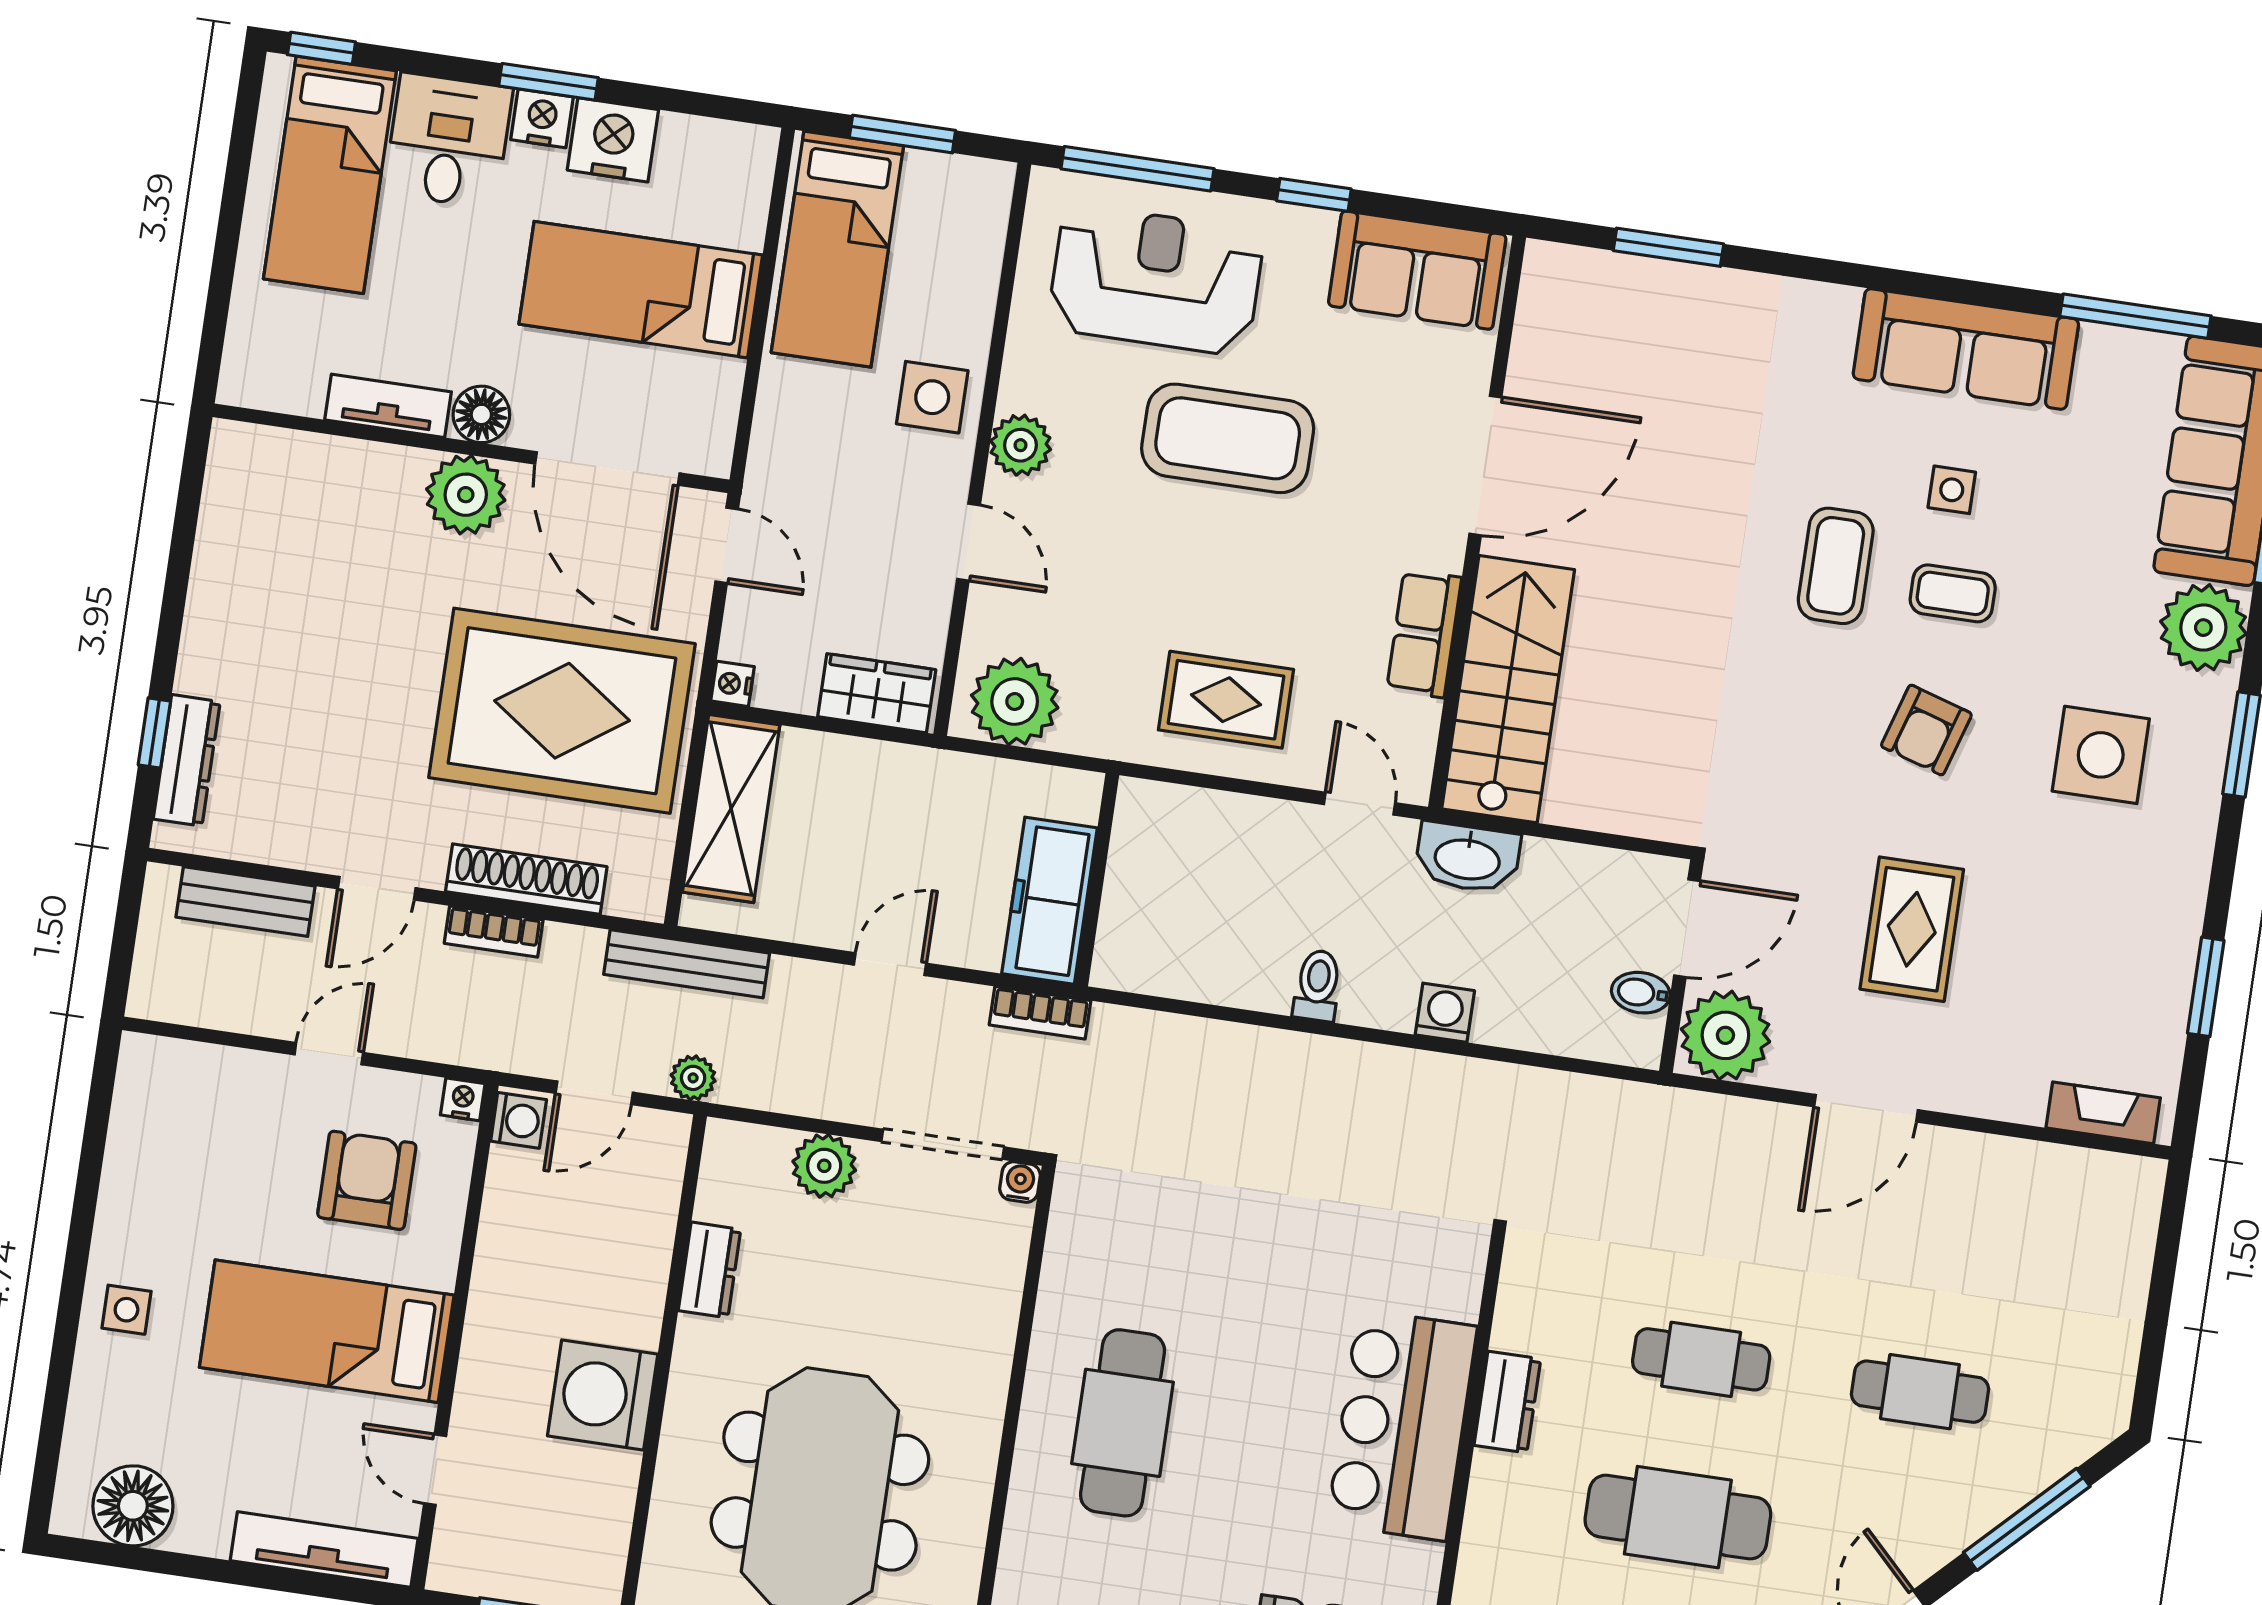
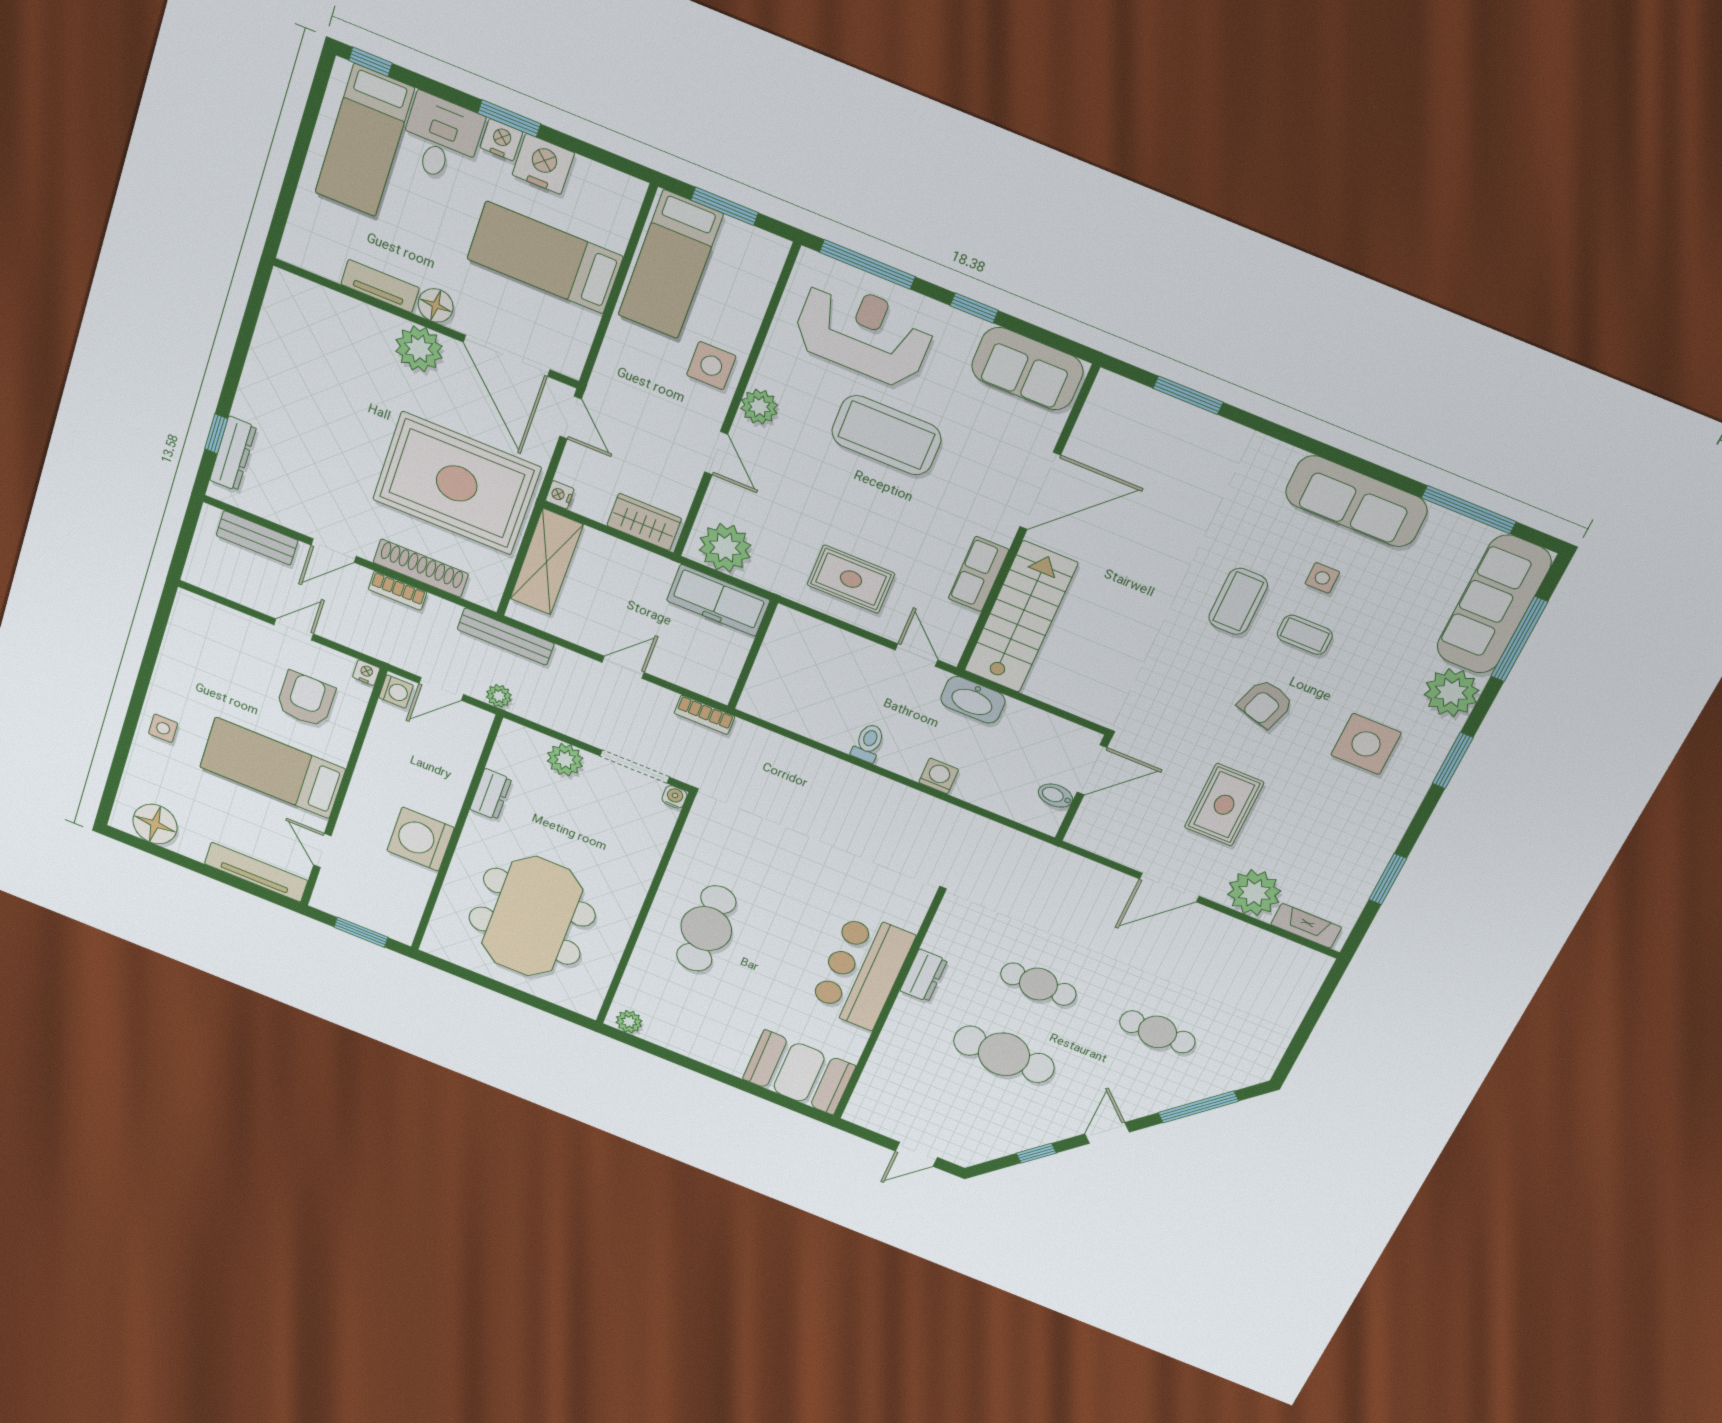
freezer: (1050, 901) -> (718, 600), moved, turned -90
plant: (1725, 1035) -> (1254, 893), moved

